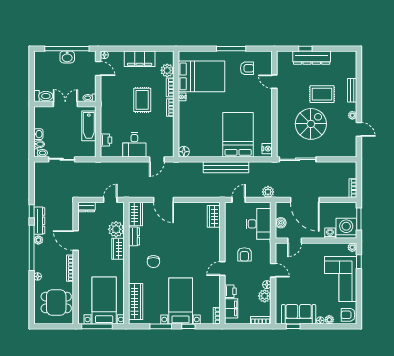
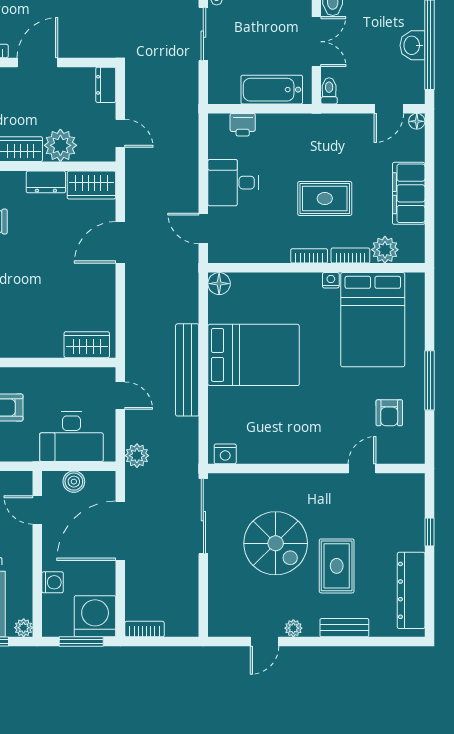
dresser: (312, 58) -> (411, 590), moved
bed: (238, 135) -> (254, 355), moved
washing machine: (346, 228) -> (95, 616), moved, turned -90

